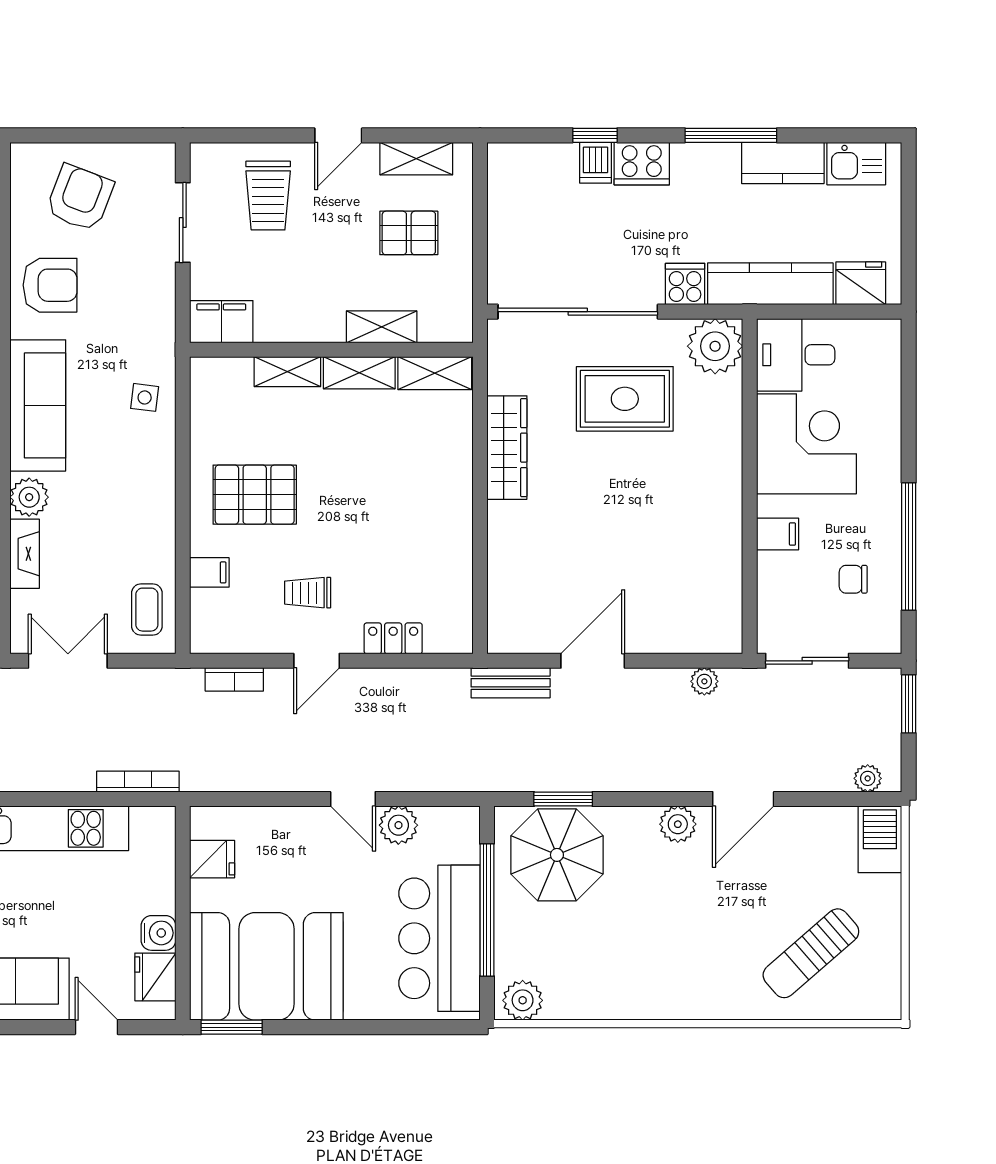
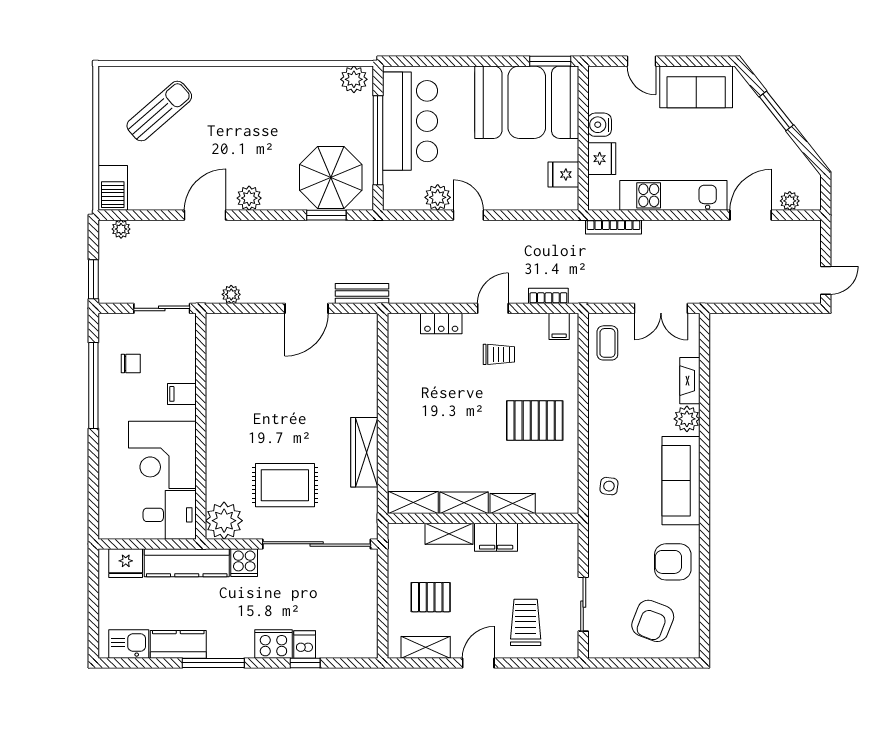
filing cabinet: (221, 322) -> (496, 537), moved
filing cabinet: (209, 572) -> (559, 326), moved, turned -90
fridge: (155, 977) -> (602, 159), moved

